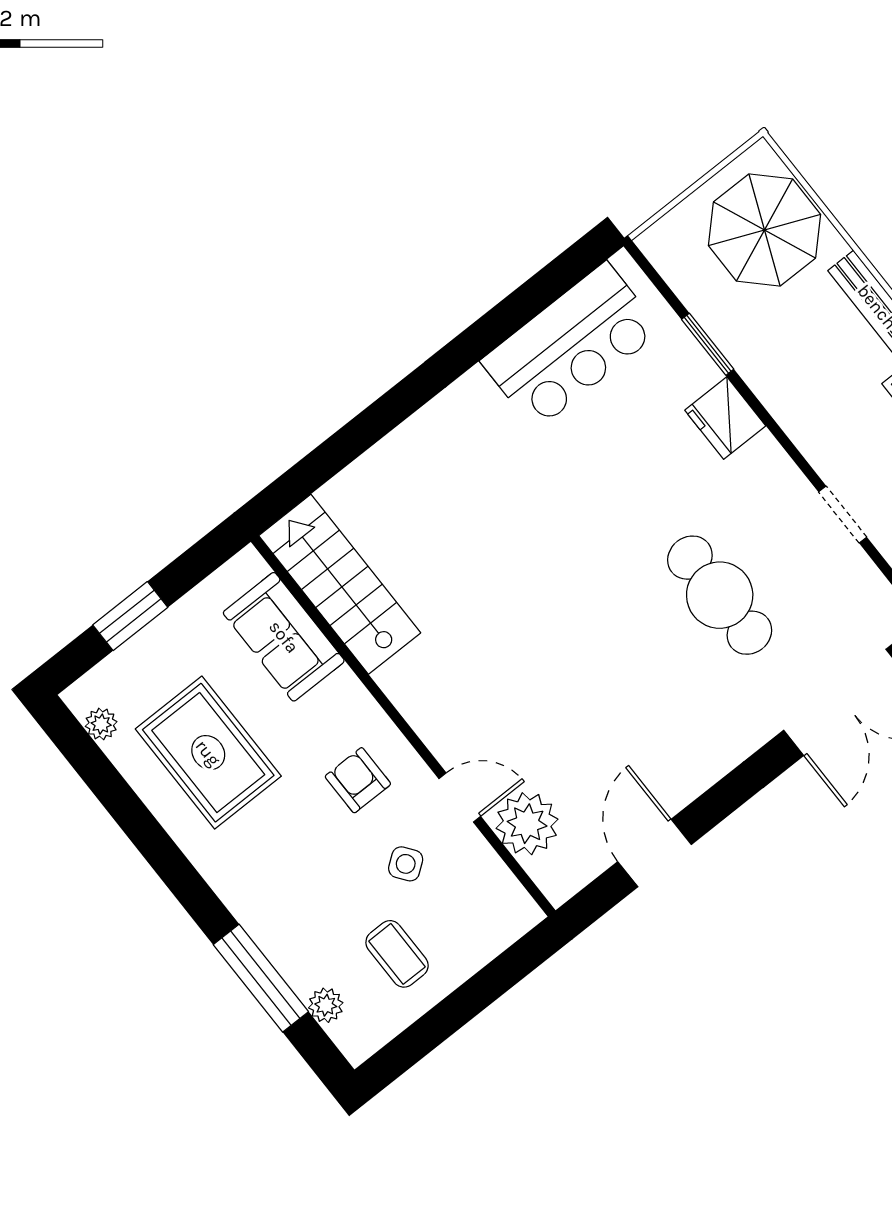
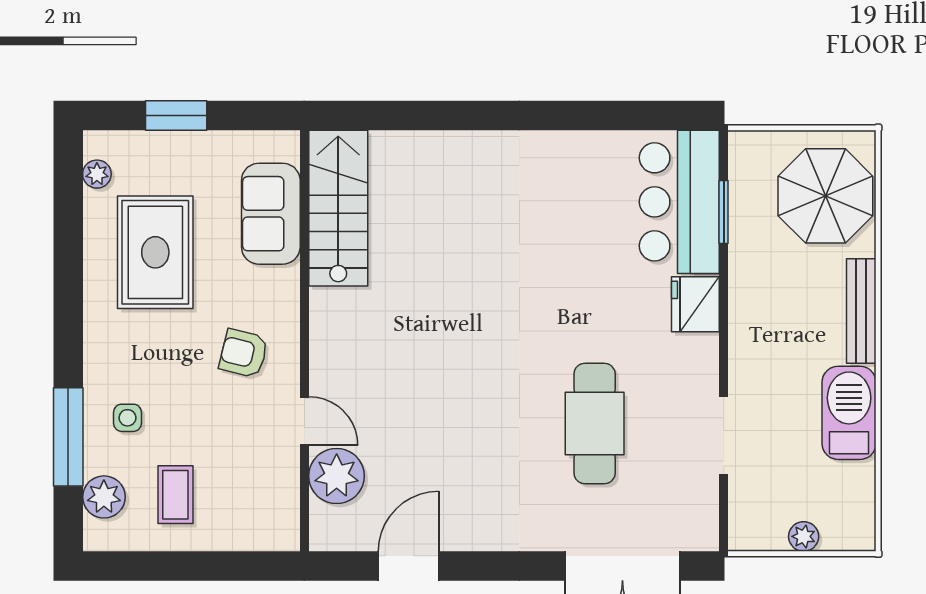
window: (708, 344) -> (724, 212), moved
bar counter: (571, 346) -> (679, 202), moved, turned 90
doorway: (843, 515) -> (724, 435), width x1.38
armchair: (358, 780) -> (244, 353), turned -76
side table: (406, 864) -> (127, 418), moved, turned 37
plant: (326, 1005) -> (104, 497), width x1.38, depth x1.38

